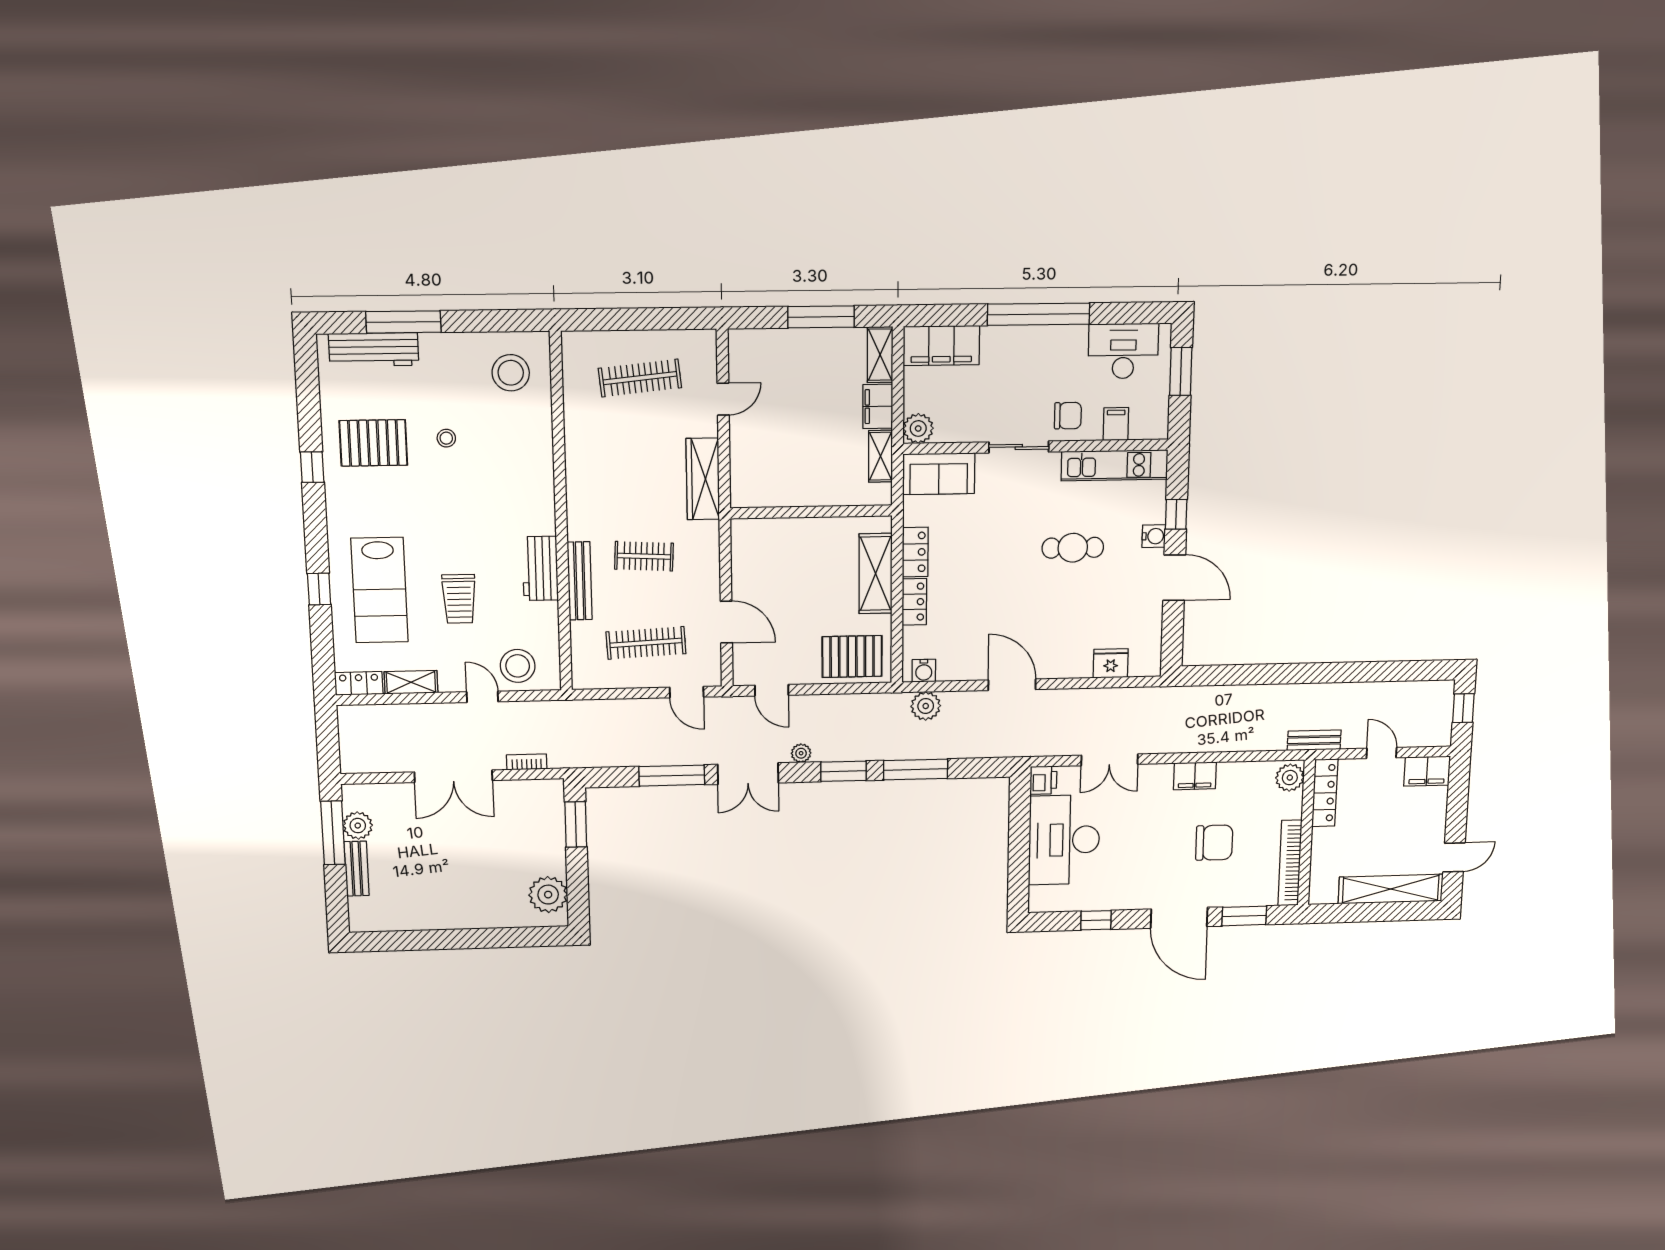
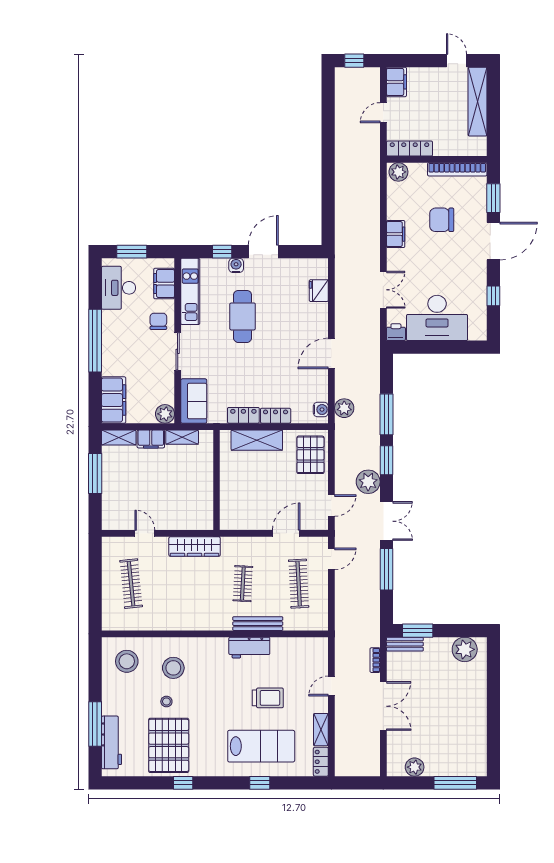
filing cabinet: (1116, 424) -> (164, 284), width x2.00
pallet: (373, 443) -> (169, 745), width x1.37, depth x1.41
cafe table: (1073, 548) -> (243, 316), width x1.37, depth x1.35
stool: (518, 666) -> (173, 668), moved
bench: (1314, 740) -> (373, 157), removed
plant: (801, 753) -> (368, 482), width x1.87, depth x1.87
window: (333, 833) -> (455, 783), moved
chair: (1214, 843) -> (442, 220), turned -90
bench: (357, 869) -> (405, 644), moved

